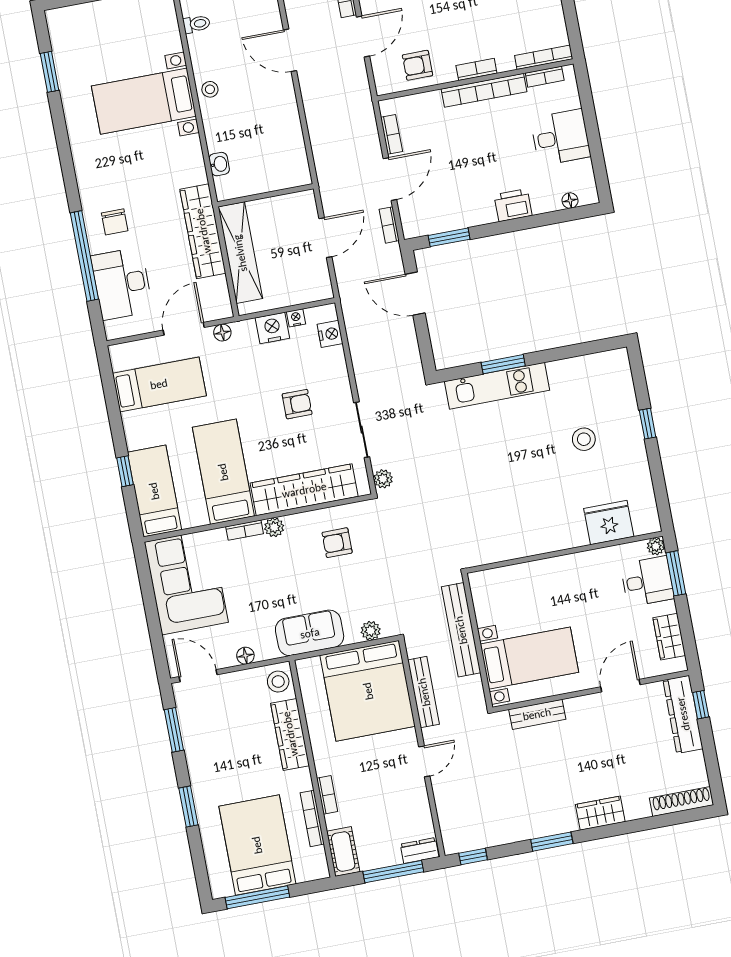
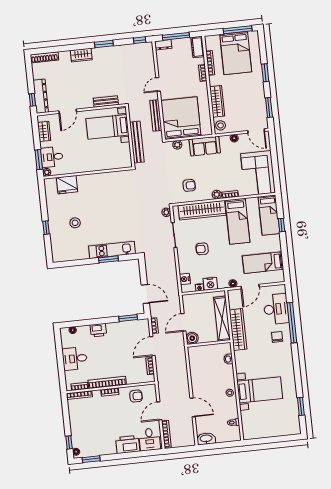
boiler: (303, 204) -> (192, 338), added

